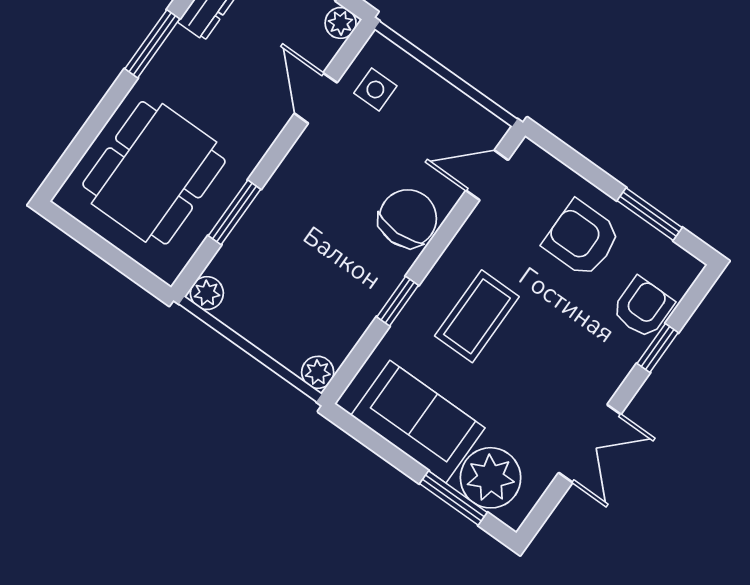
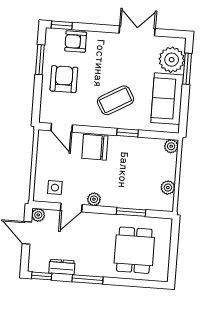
plant: (305, 154) -> (94, 199), added
dining table: (154, 173) -> (134, 250), width x0.73
armchair: (582, 239) -> (64, 79), turned 180
plant: (207, 293) -> (168, 188), moved
coffee table: (477, 316) -> (115, 100), turned -30
window: (658, 348) -> (62, 25), moved

